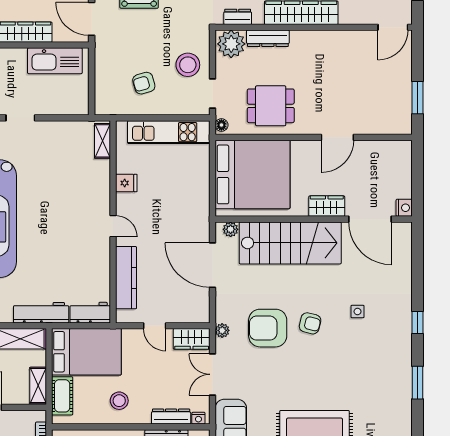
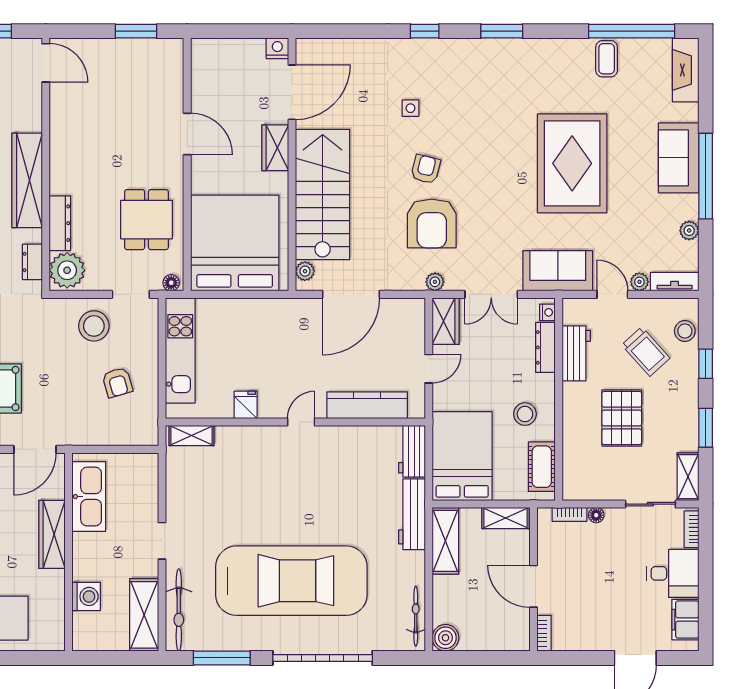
cot: (62, 396) -> (542, 467), moved, turned 90

